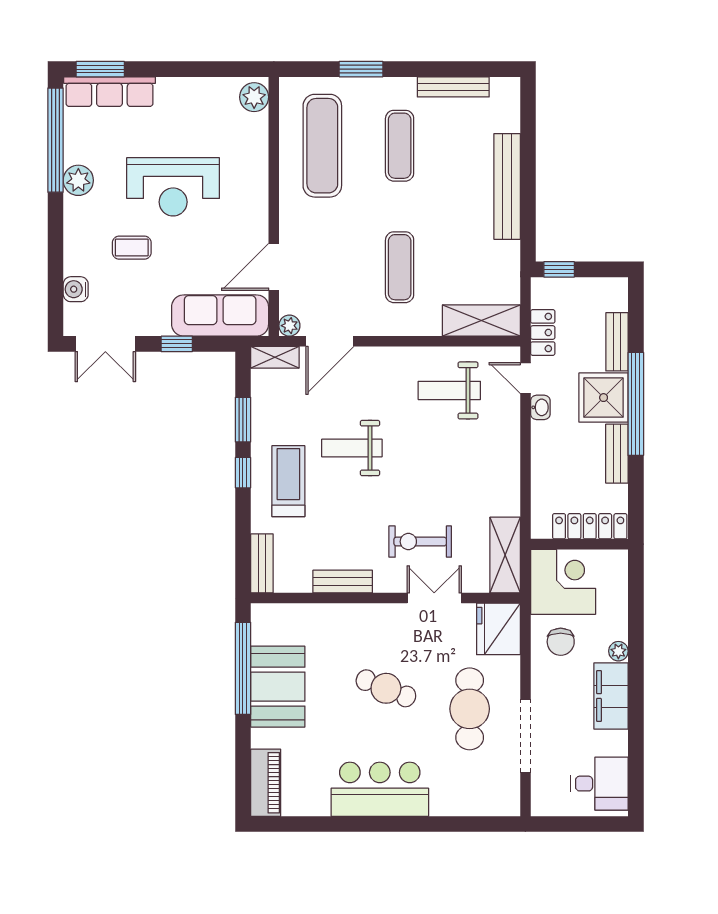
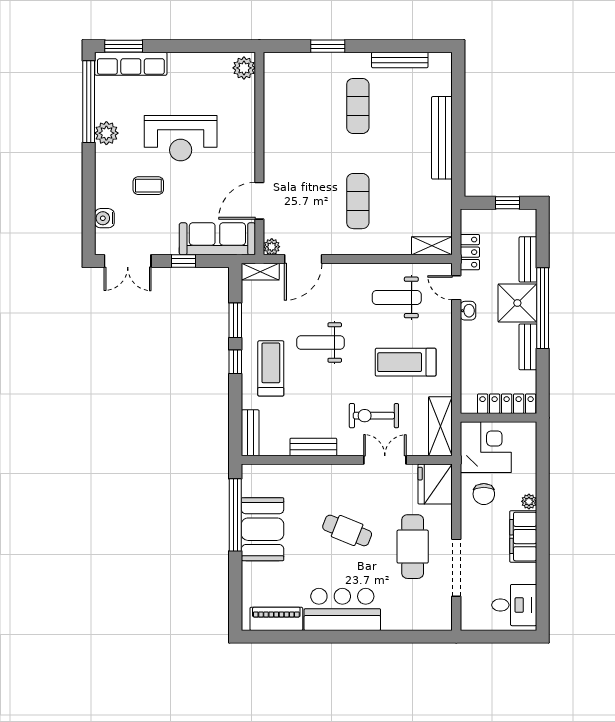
exercise mat: (322, 146) -> (297, 106), removed
window: (559, 269) -> (507, 203), moved
shelving: (481, 321) -> (432, 246), width x0.67, depth x0.75
treadmill: (461, 473) -> (406, 362), added
piano: (266, 783) -> (276, 619), moved, turned -90

